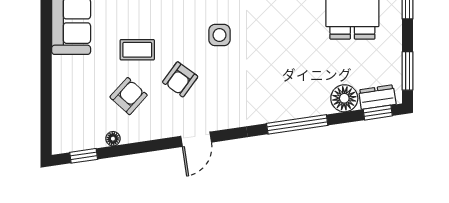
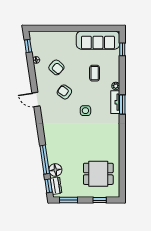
coffee table: (137, 50) -> (95, 73), moved
window: (297, 124) -> (45, 160), moved

